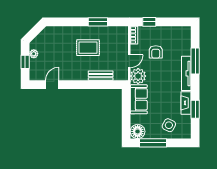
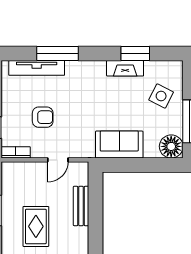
door: (129, 61) -> (58, 160), swing flipped
tv unit: (186, 73) -> (37, 68), moved
plant: (138, 76) -> (82, 146), removed

